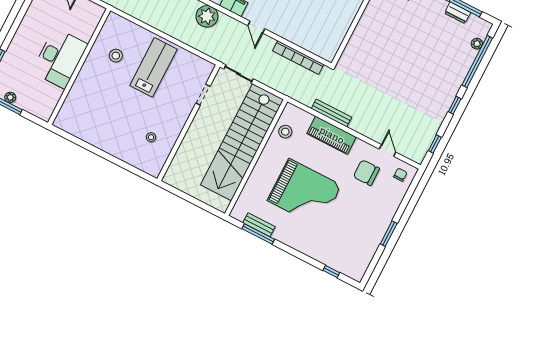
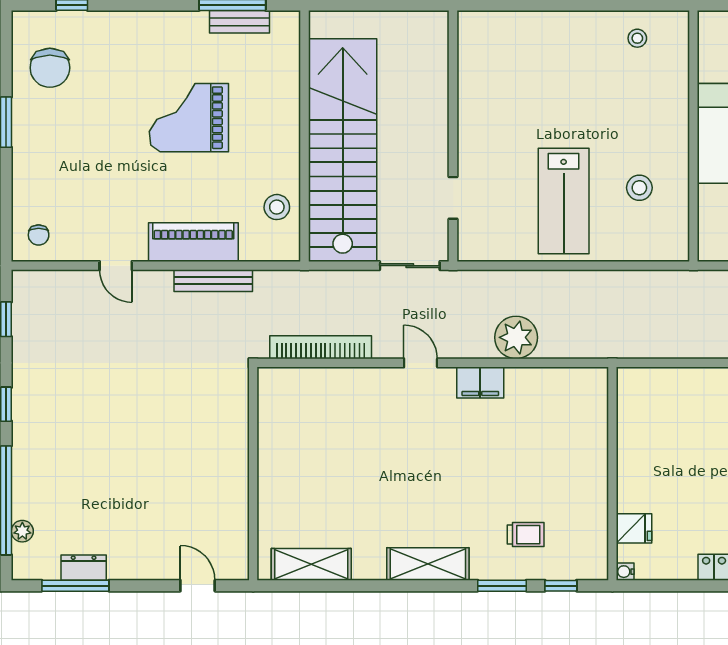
stool: (151, 137) -> (637, 38), moved
door: (388, 151) -> (116, 266), moved
chair: (366, 173) -> (50, 68), moved, turned 90
grand piano: (304, 193) -> (189, 118), width x0.73, depth x0.68

